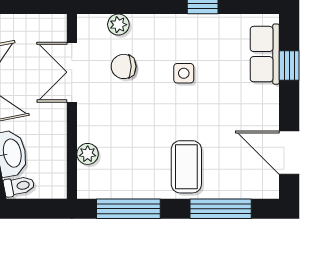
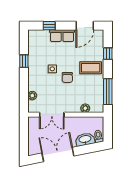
row of seats: (265, 54) -> (62, 36), moved
chair: (124, 66) -> (67, 77), moved
window: (221, 209) -> (108, 54), width x0.46

